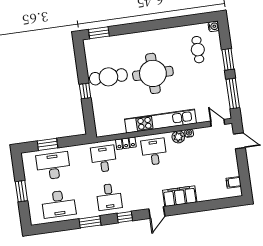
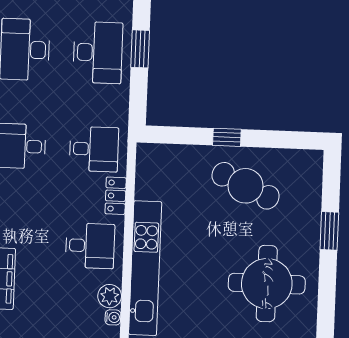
window: (99, 33) -> (329, 231), moved
round table: (153, 73) -> (267, 284), moved
cafe table: (108, 77) -> (246, 186), turned -65

